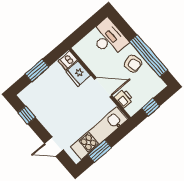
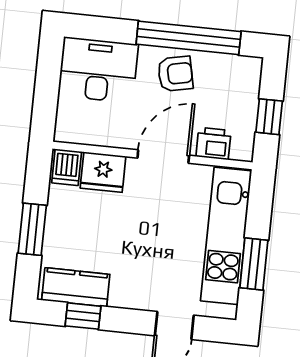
kitchen counter: (33, 103) -> (76, 287), added

